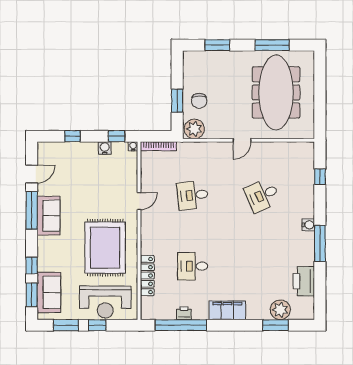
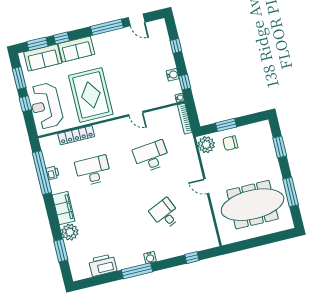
desk: (193, 195) -> (151, 156), width x1.37
sofa: (48, 216) -> (76, 49), moved
rug: (105, 248) -> (91, 95), turned 90
desk: (193, 266) -> (93, 171), width x1.37
plant: (280, 310) -> (70, 232), moved

